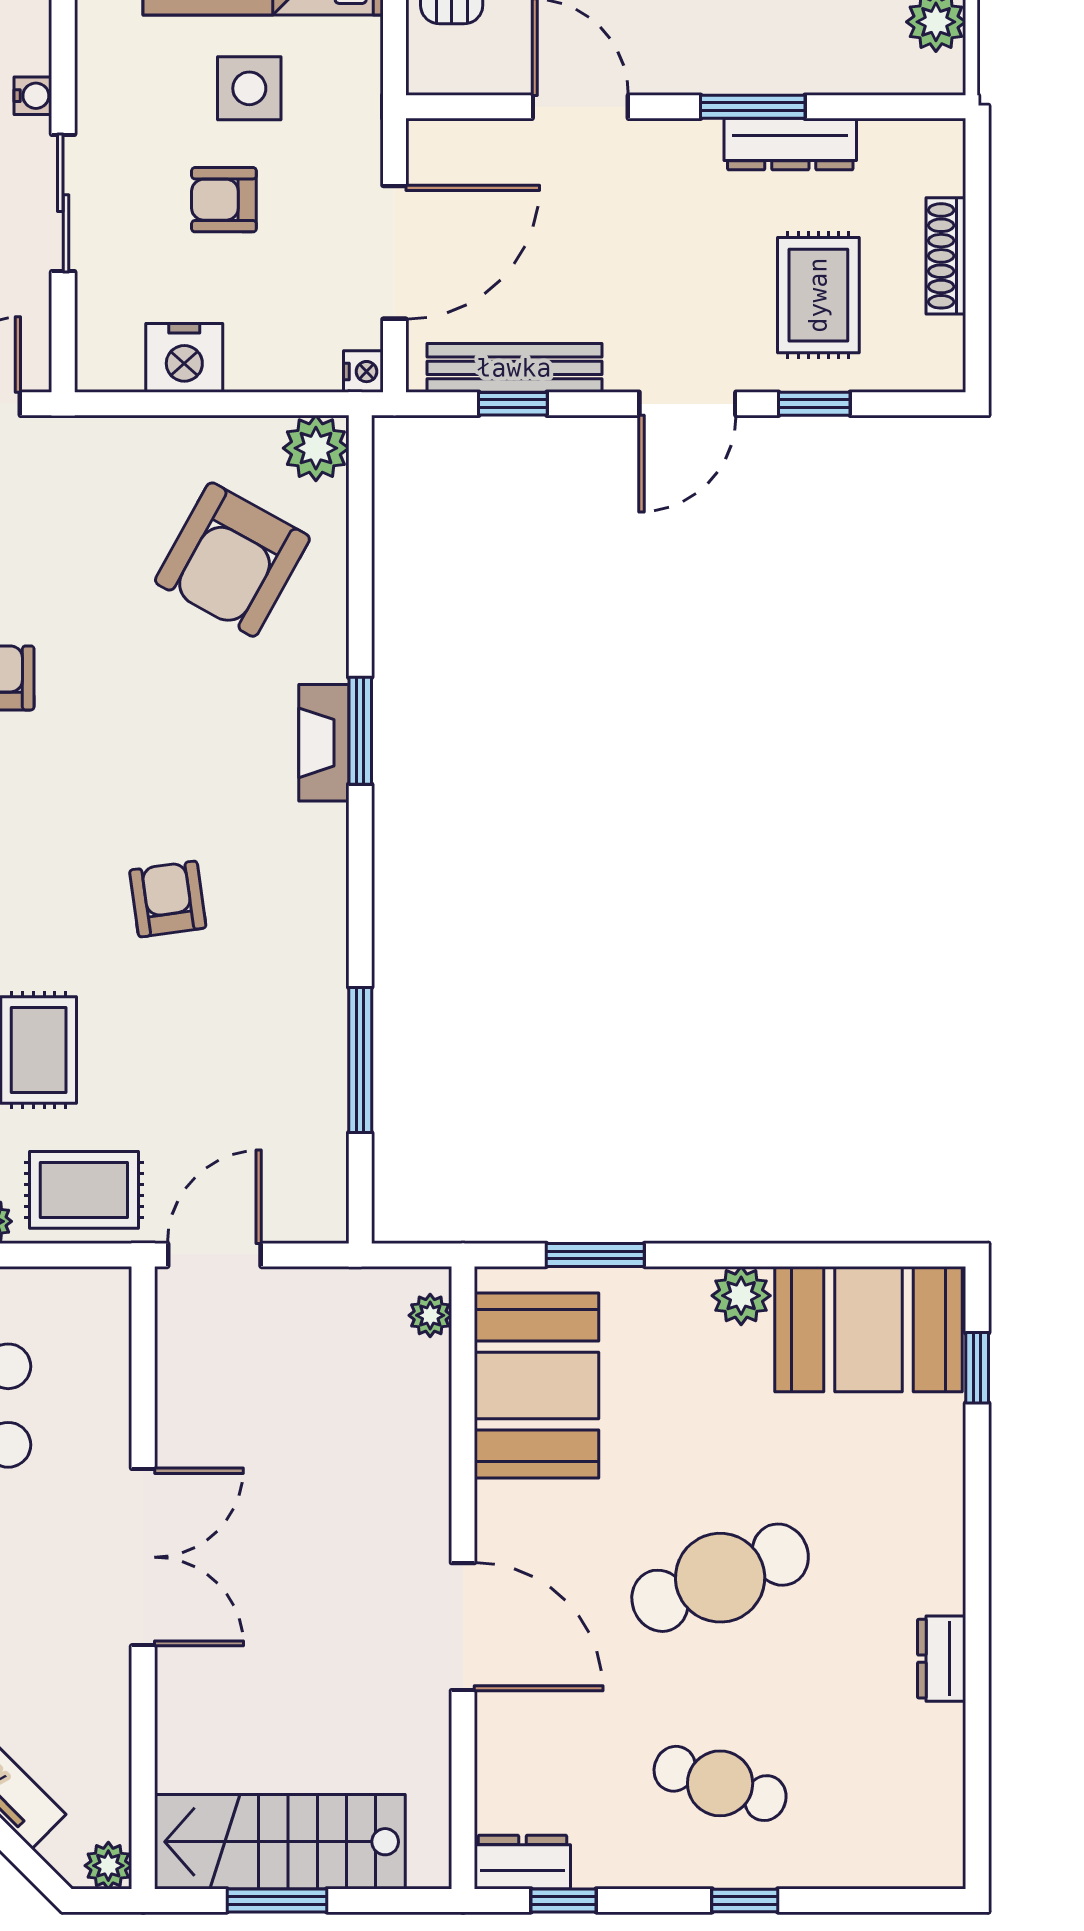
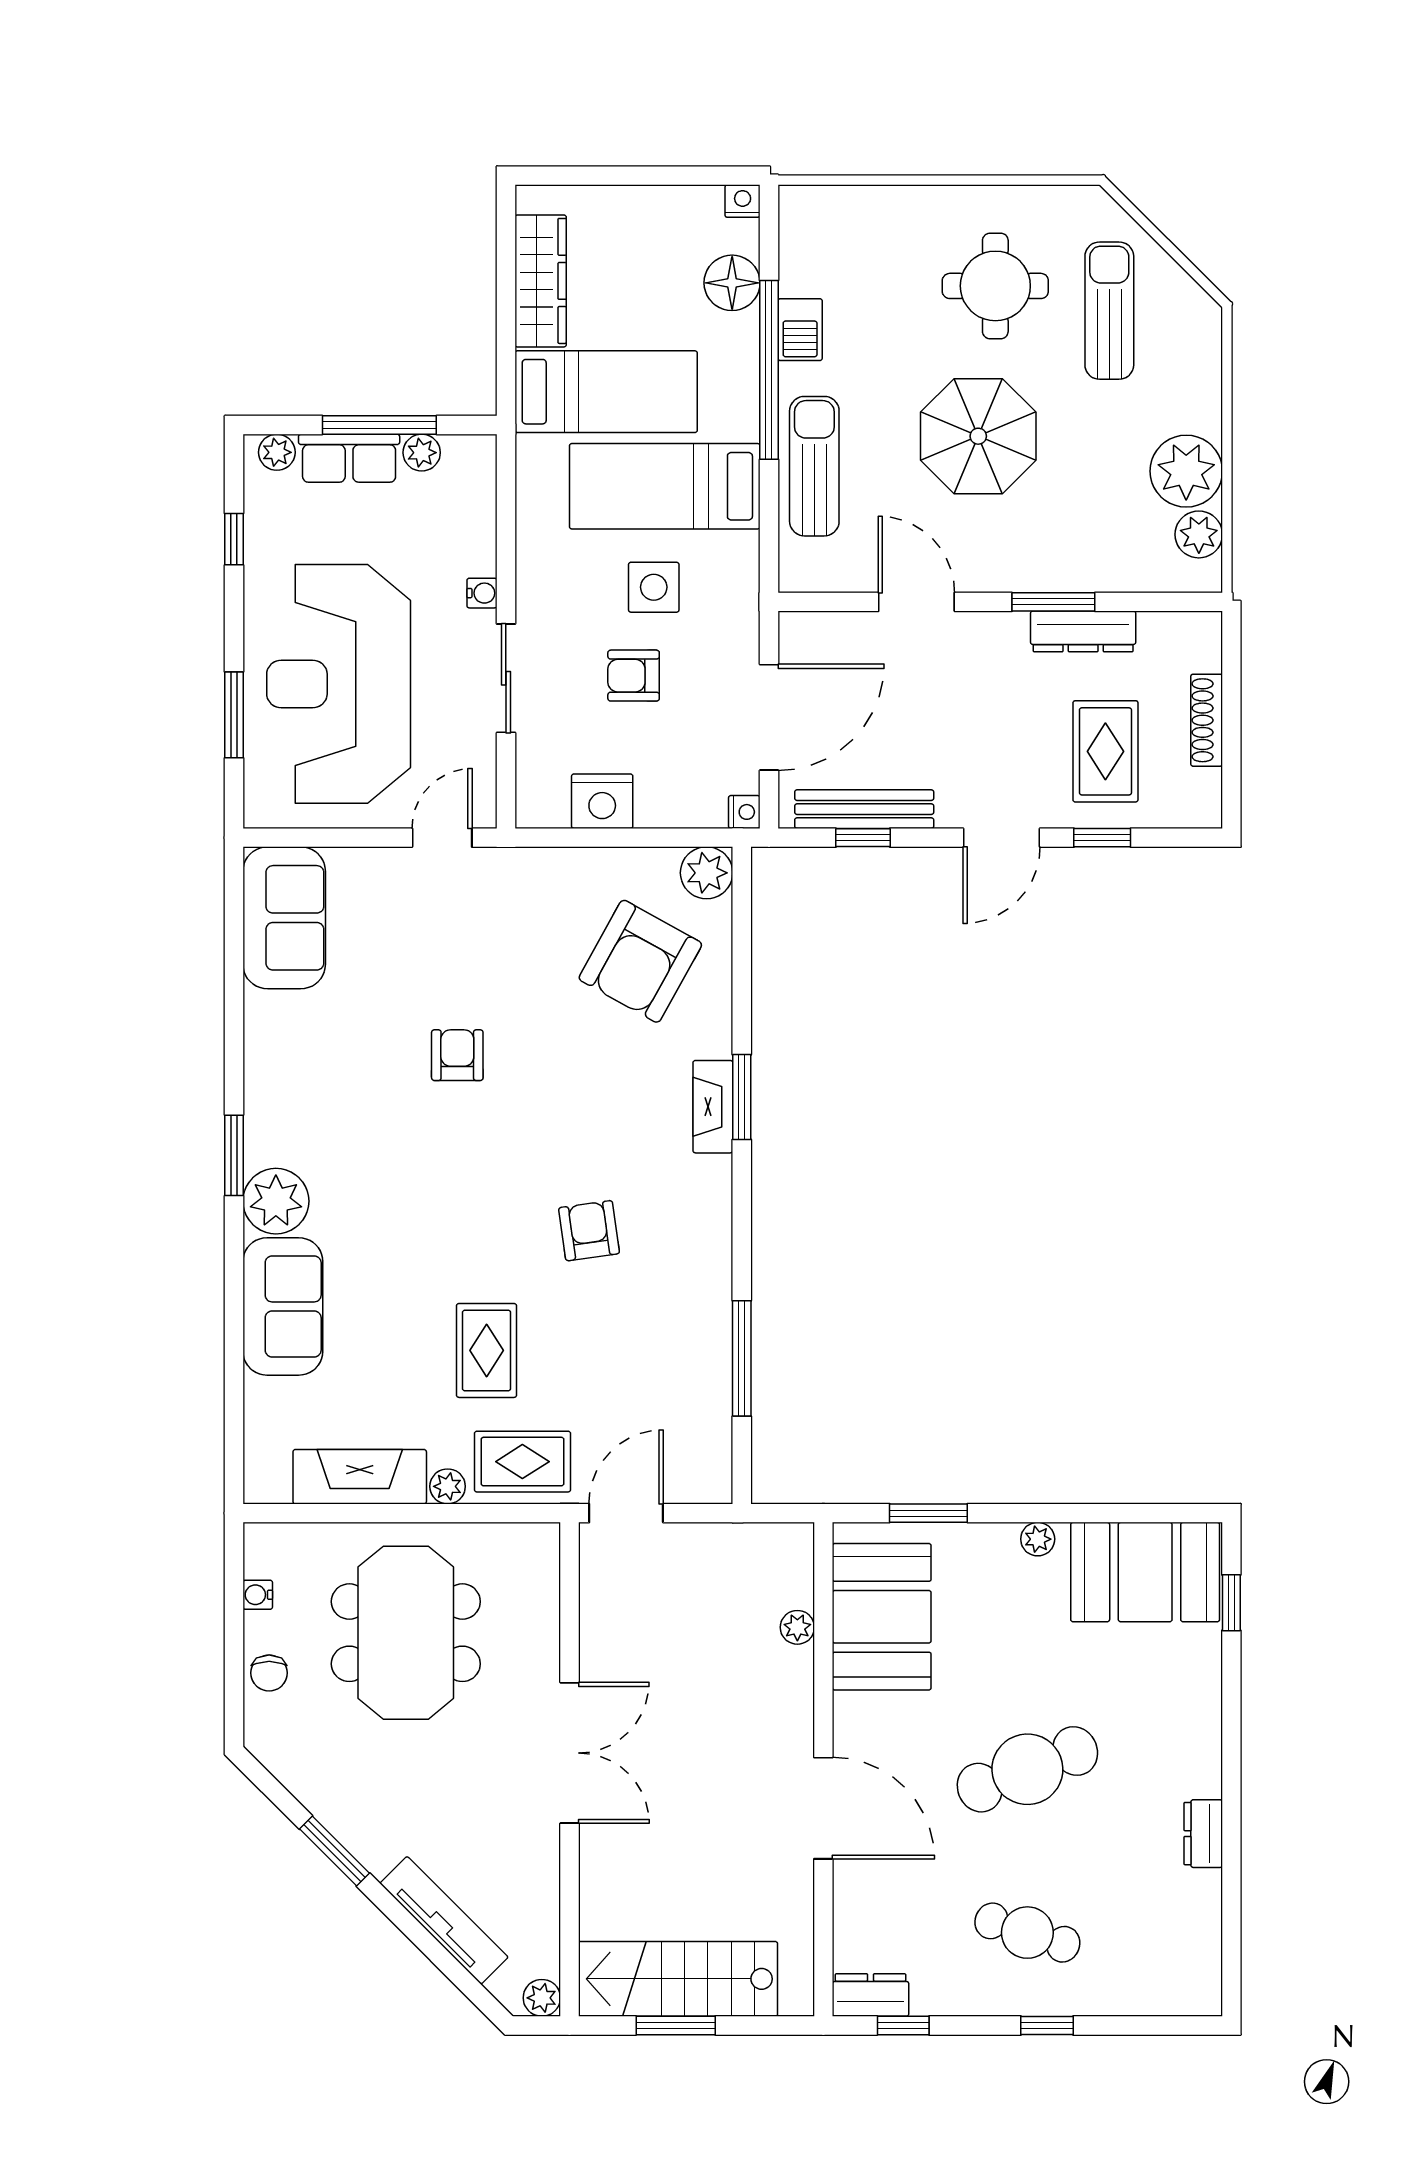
plant: (741, 1296) -> (1038, 1539), width x0.73, depth x0.73
plant: (430, 1315) -> (797, 1627), moved

